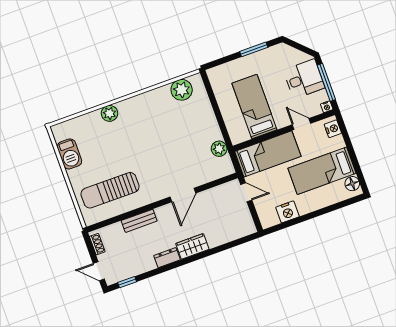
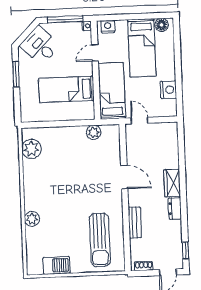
desk: (304, 79) -> (40, 46), moved, turned -45
door: (246, 192) -> (139, 121), hinge flipped

